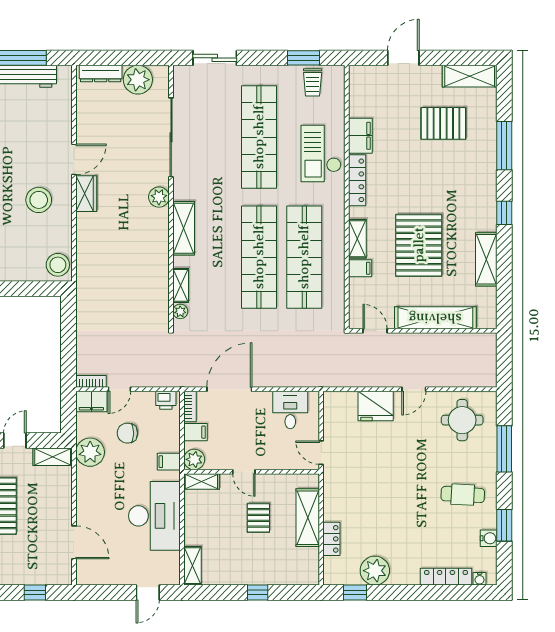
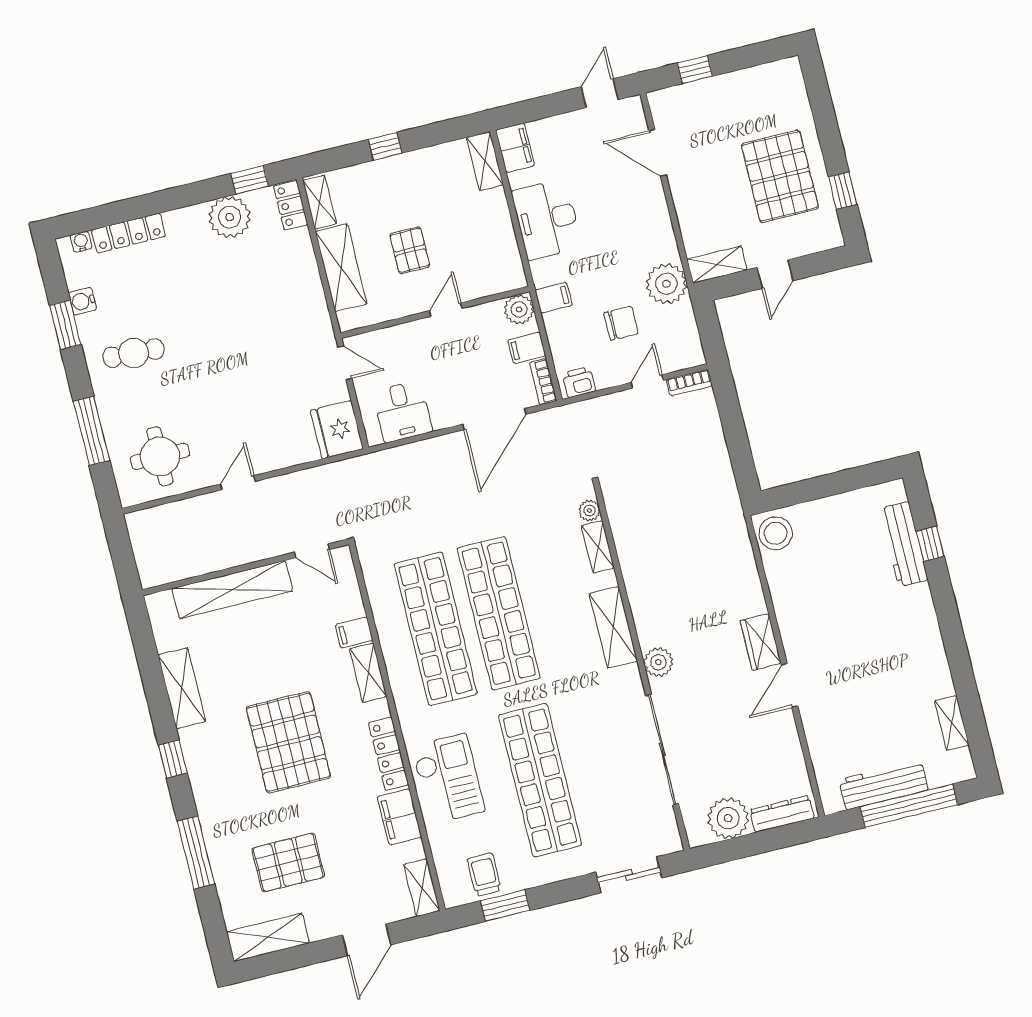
shelving: (357, 84) -> (422, 888), added
stool: (39, 200) -> (825, 617), removed
pallet: (419, 245) -> (288, 742), moved
filing cabinet: (91, 401) -> (515, 148), moved, turned 90
fridge: (376, 406) -> (337, 430), moved, turned -90
door: (244, 472) -> (446, 310), hinge flipped
shelving: (201, 481) -> (320, 202), moved, turned 90
desk: (154, 516) -> (547, 219), width x0.73, depth x0.77
locker: (331, 539) -> (291, 205), moved
door: (148, 593) -> (600, 93), moved

